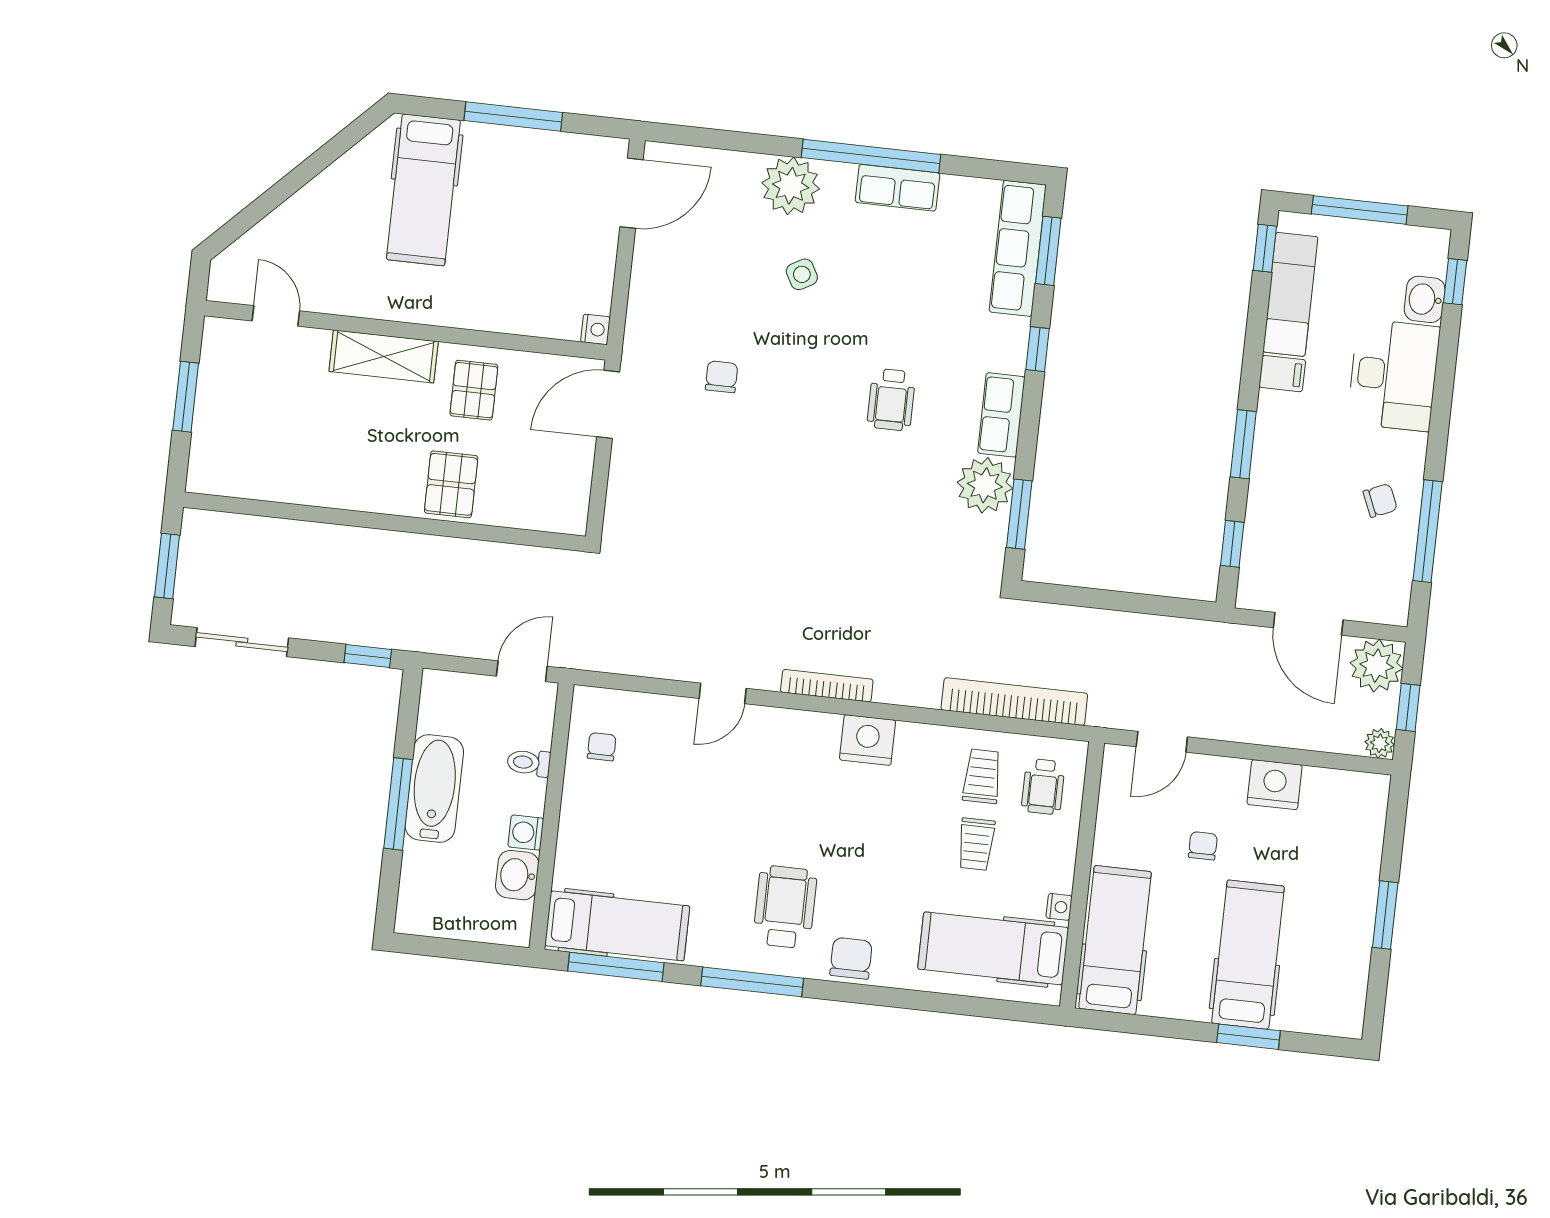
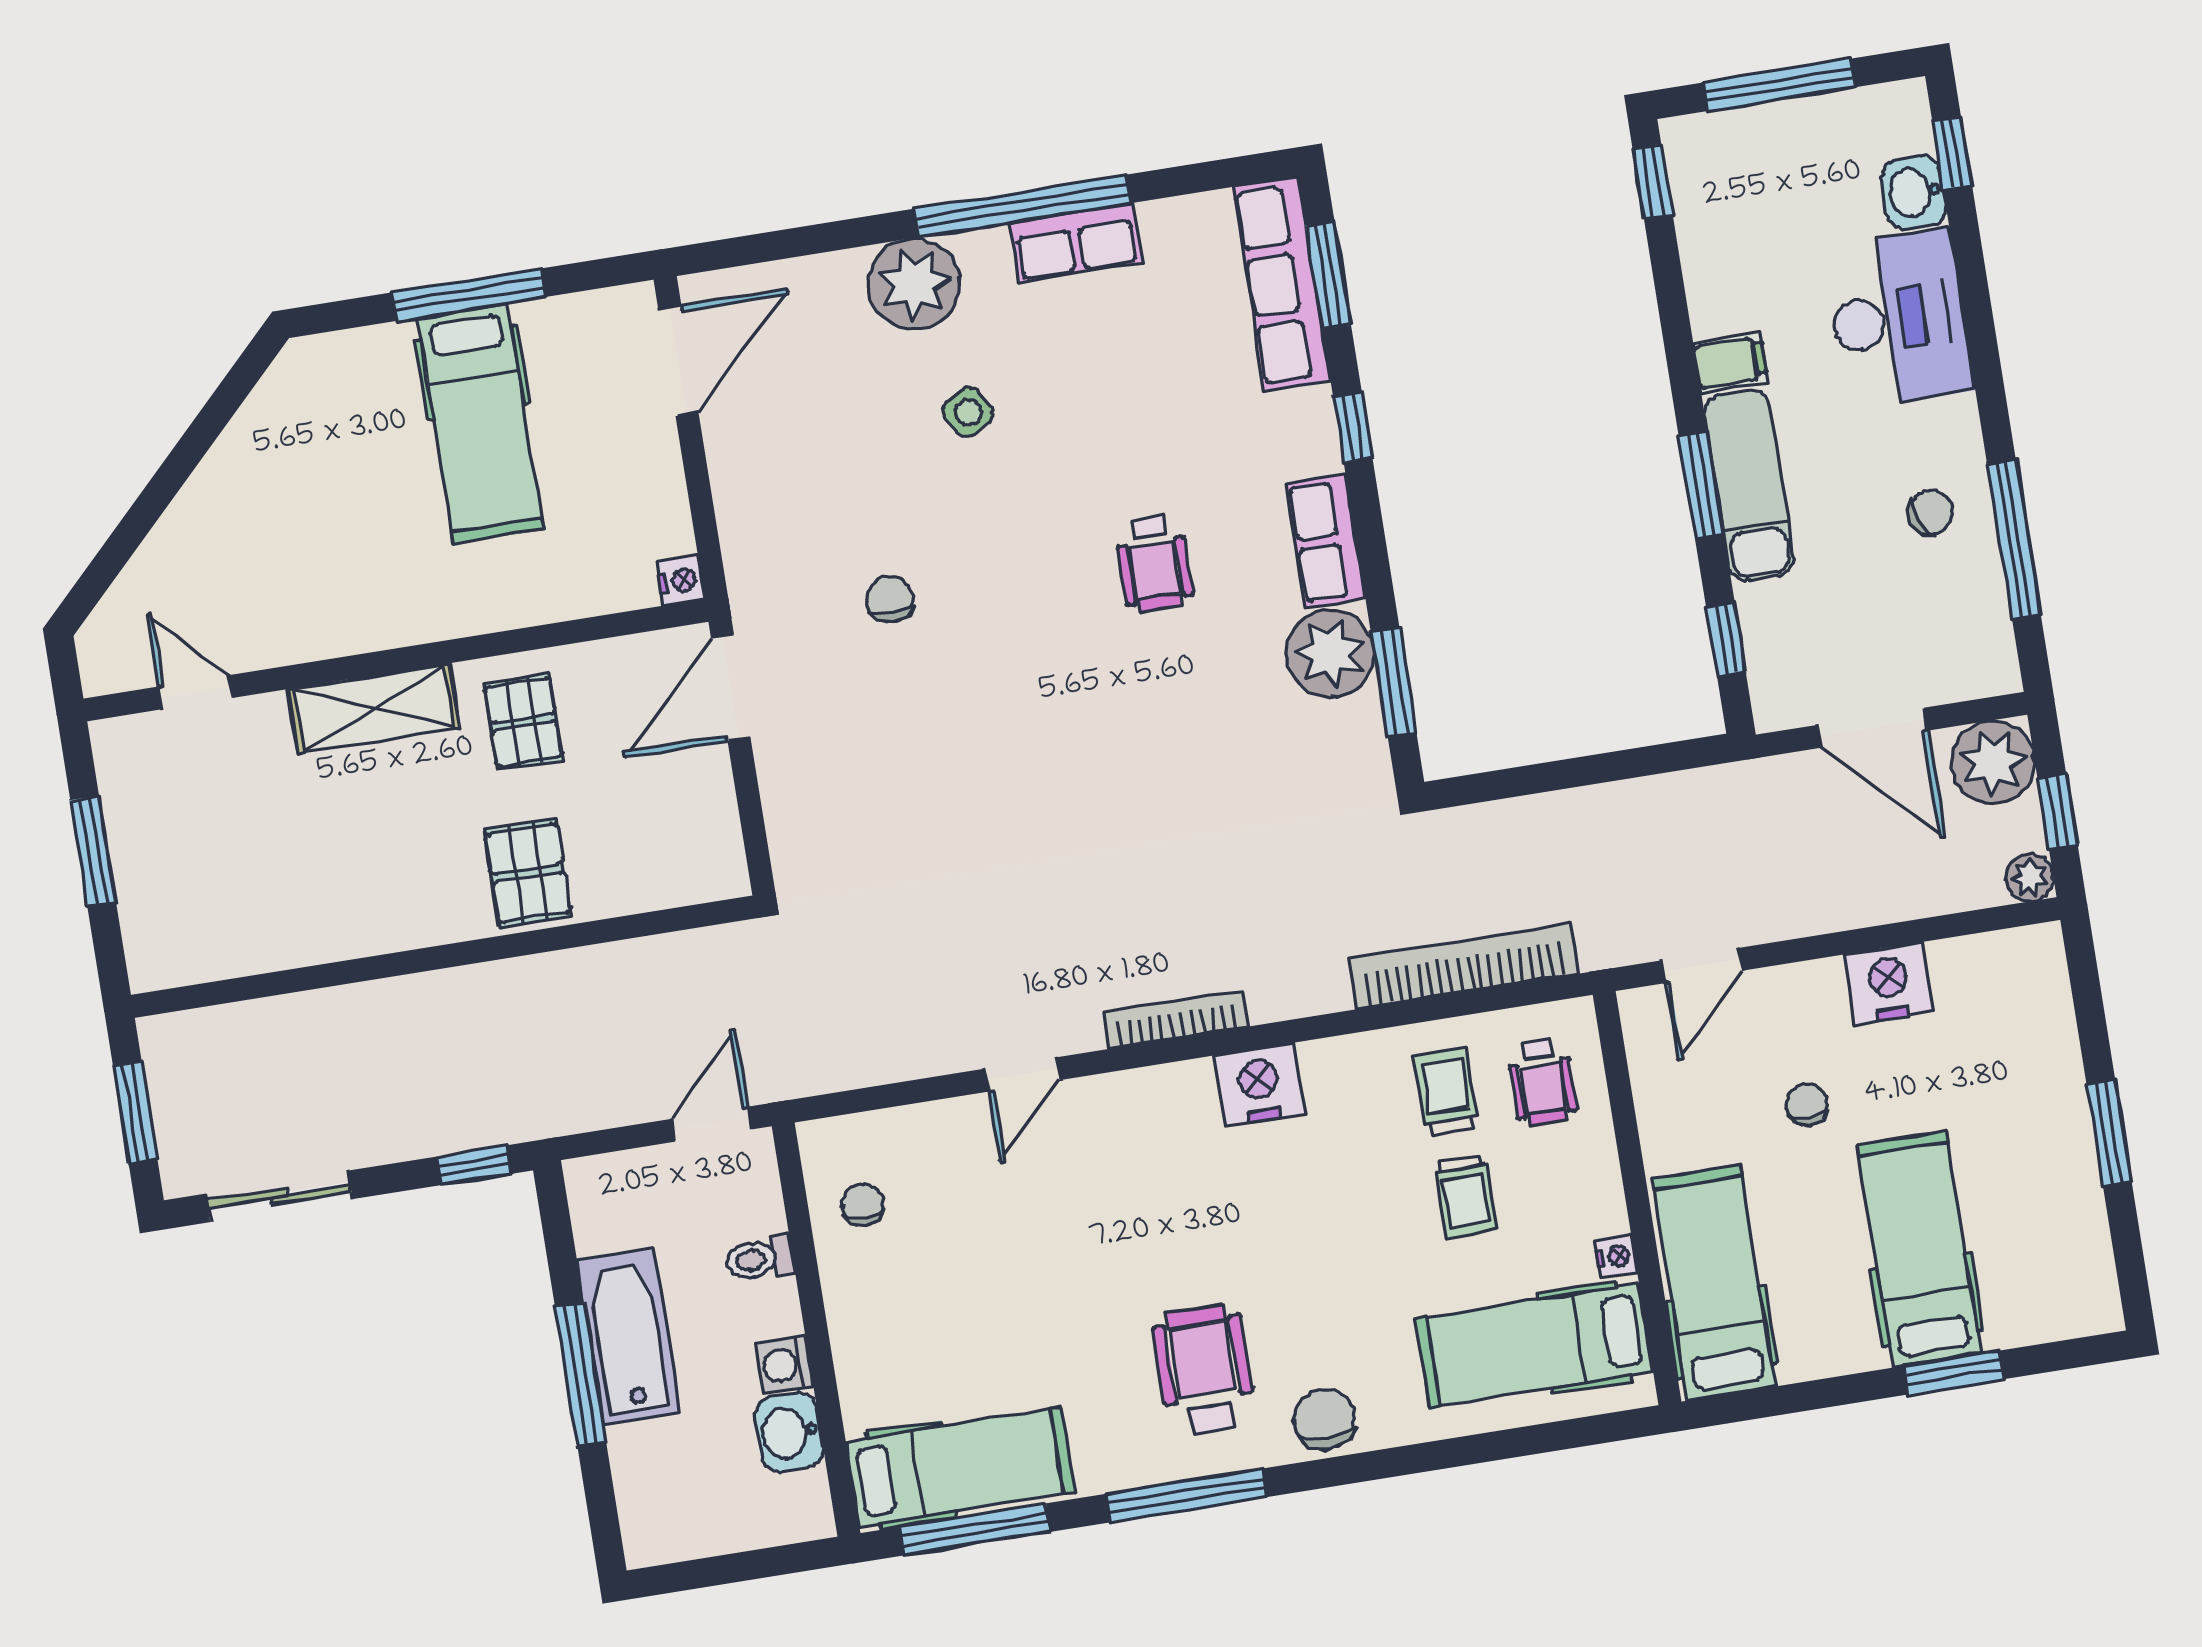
hospital bed: (423, 190) -> (480, 423), moved
exam couch: (1290, 294) -> (1749, 485), moved

